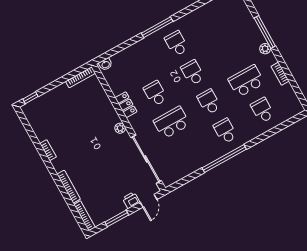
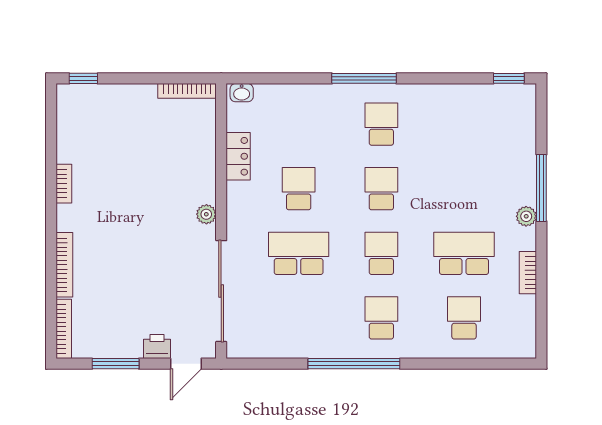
locker: (126, 105) -> (238, 156), moved

